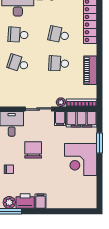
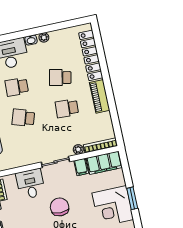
piano: (90, 70) -> (100, 96), moved
window: (100, 143) -> (132, 198), moved

